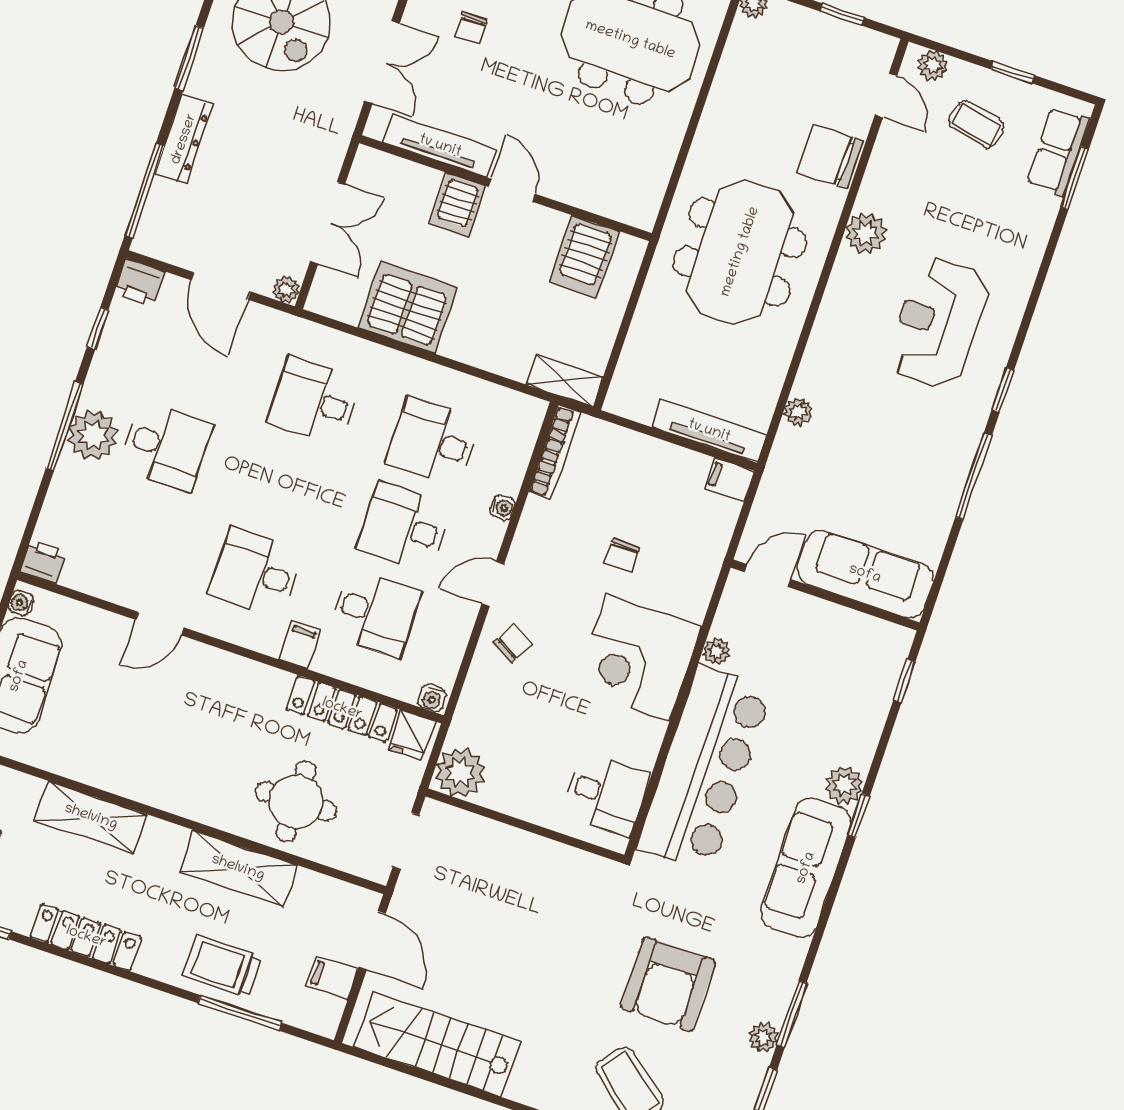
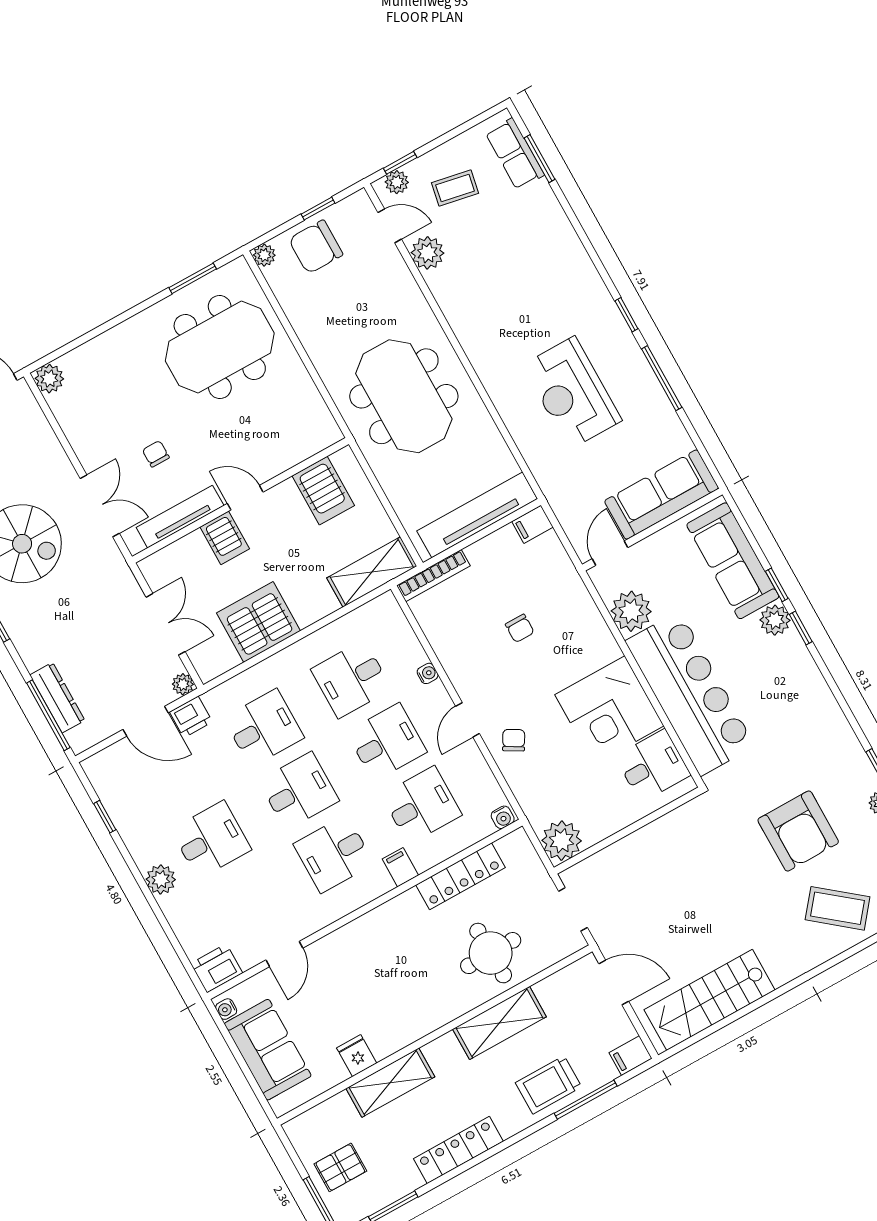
chair: (471, 28) -> (156, 454), moved, turned 180
window: (1013, 72) -> (400, 163), moved
dresser: (184, 139) -> (57, 698), moved
chair: (830, 157) -> (316, 247), moved
plant: (866, 233) -> (427, 253), moved
printer: (139, 283) -> (191, 717), moved
reception desk: (938, 322) -> (572, 393), moved
shelving: (565, 381) -> (372, 572), width x1.50, depth x1.33
desk: (314, 401) -> (264, 728), turned 180
plant: (798, 412) -> (530, 447), removed
window: (65, 426) -> (145, 889), removed
tv unit: (709, 431) -> (477, 515), width x1.36, depth x1.29
plant: (93, 435) -> (161, 879), width x0.73, depth x0.73
bookcase: (554, 452) -> (433, 576), moved, turned 90
desk: (285, 487) -> (299, 791), added
desk: (404, 527) -> (386, 742), turned 180
printer: (43, 562) -> (217, 968), width x1.36, depth x1.24
door: (160, 624) -> (284, 954), moved
plant: (716, 652) -> (631, 611), width x1.87, depth x1.87
corner desk: (638, 658) -> (609, 710), moved
window: (904, 681) -> (777, 585), moved
fridge: (412, 735) -> (357, 1056), moved, turned 180
sofa: (806, 868) -> (733, 561), moved
filing cabinet: (332, 978) -> (631, 1056), moved

